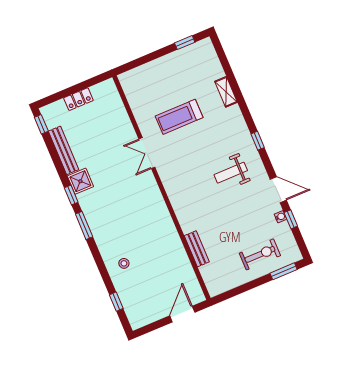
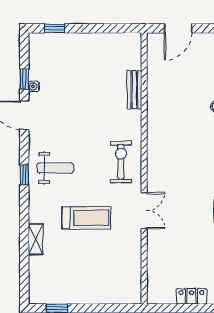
treadmill: (179, 117) -> (87, 218), moved
weight bench: (231, 173) -> (55, 168), moved
exercise bike: (260, 254) -> (121, 162), moved, turned 90
window: (284, 271) -> (54, 28), width x0.67

